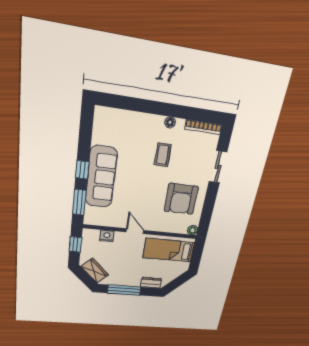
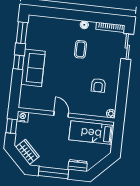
sliding door: (218, 167) -> (127, 47), moved
sofa: (101, 177) -> (33, 68), width x0.73
armchair: (181, 199) -> (98, 85), width x0.53, depth x0.53
window: (79, 202) -> (22, 33), moved
nightstand: (107, 236) -> (23, 117), moved

